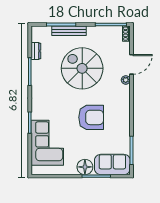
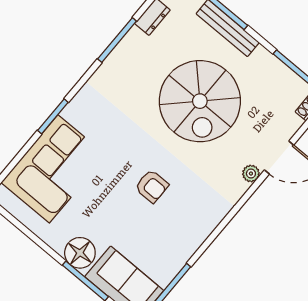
spiral stairs: (82, 68) -> (200, 101), turned 180
armchair: (91, 117) -> (152, 186), width x0.53, depth x0.53

